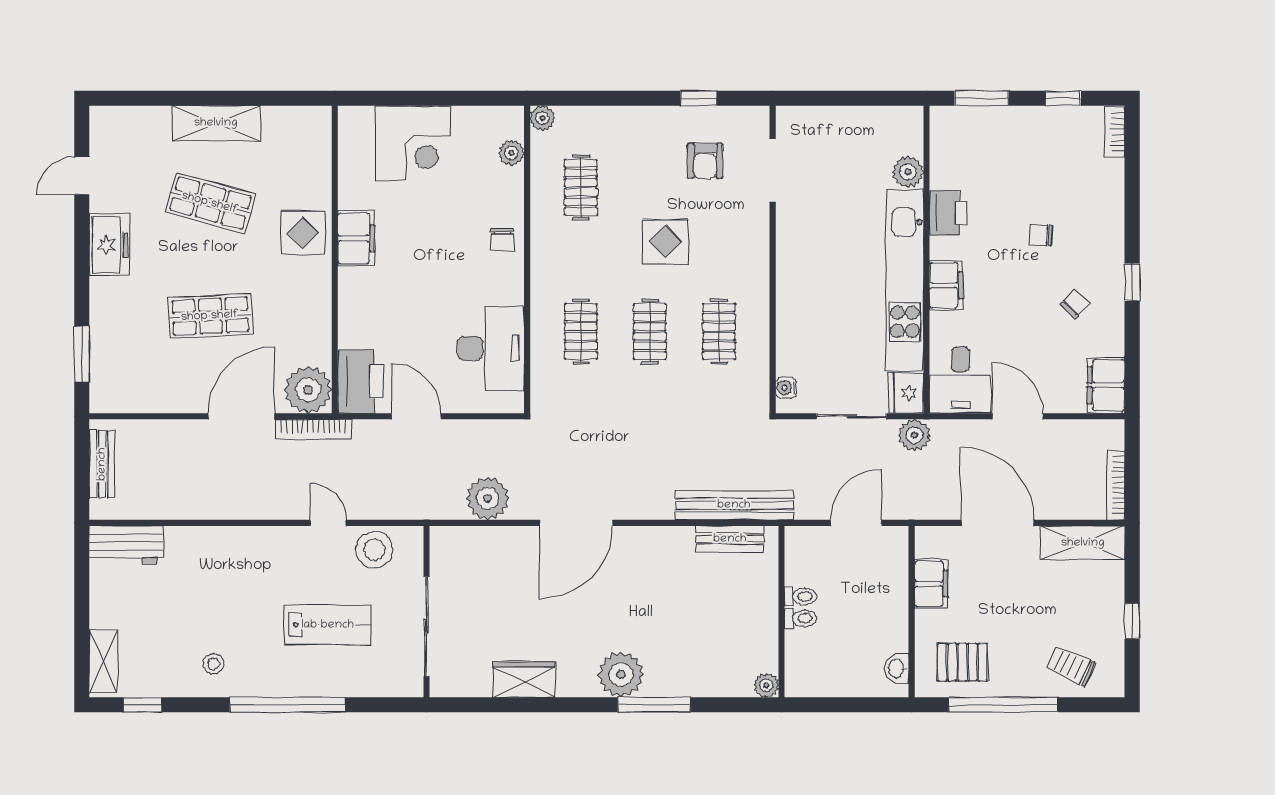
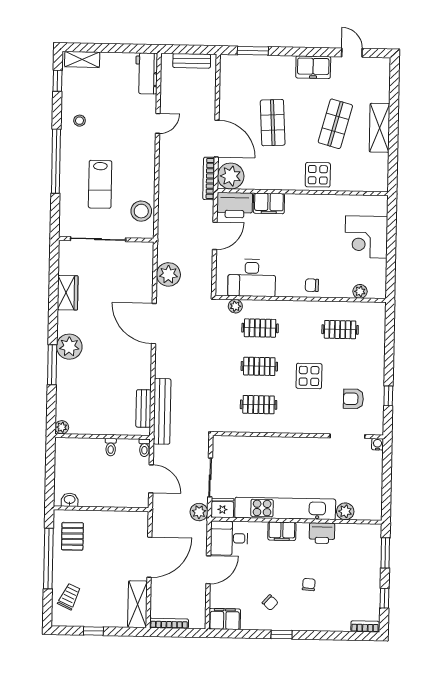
plant: (542, 118) -> (235, 306), moved
filing cabinet: (356, 238) -> (269, 203), moved
water cooler: (786, 388) -> (378, 444), moved
door: (328, 523) -> (158, 123), moved
filing cabinet: (931, 584) -> (116, 520), removed
toilet: (800, 618) -> (144, 448), moved

